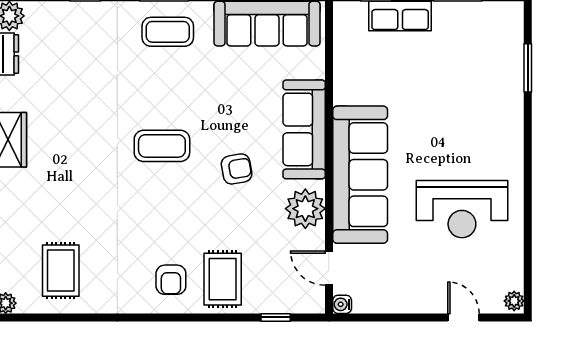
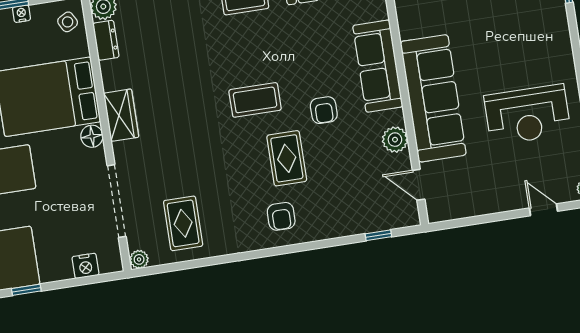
armchair: (237, 169) -> (324, 110), turned 100
plant: (305, 209) -> (395, 140), width x0.73, depth x0.73
rug: (223, 279) -> (287, 158), moved
water cooler: (342, 304) -> (435, 215), removed

